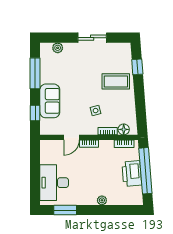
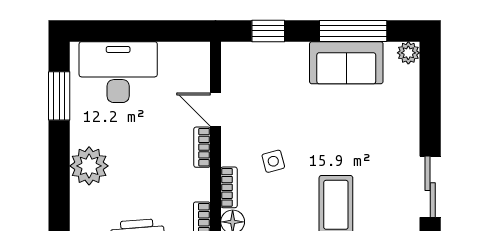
sliding door: (92, 38) -> (430, 187), moved
plant: (58, 48) -> (408, 53), moved
sofa: (50, 101) -> (346, 63), moved
plant: (102, 200) -> (89, 166), width x1.88, depth x1.88

